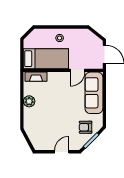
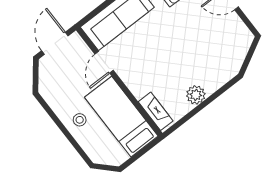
door: (78, 70) -> (104, 62), swing flipped

